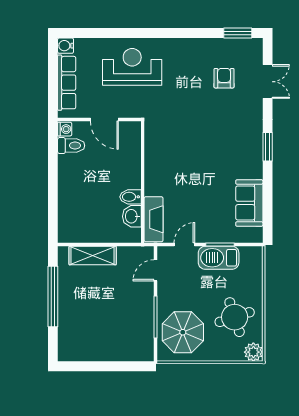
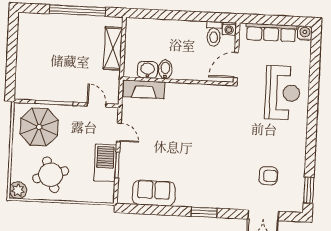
wall: (143, 182) -> (178, 81), moved
bidet: (131, 197) -> (165, 69), moved
washbasin: (132, 216) -> (148, 70), moved
fireplace: (154, 219) -> (144, 89), moved

